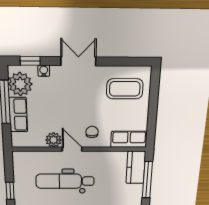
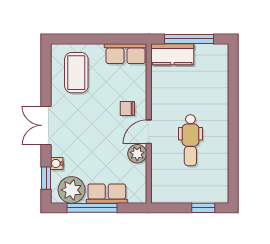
row of seats: (129, 139) -> (125, 54), moved, turned -90
dental chair: (65, 181) -> (190, 140), width x0.73, depth x0.72

